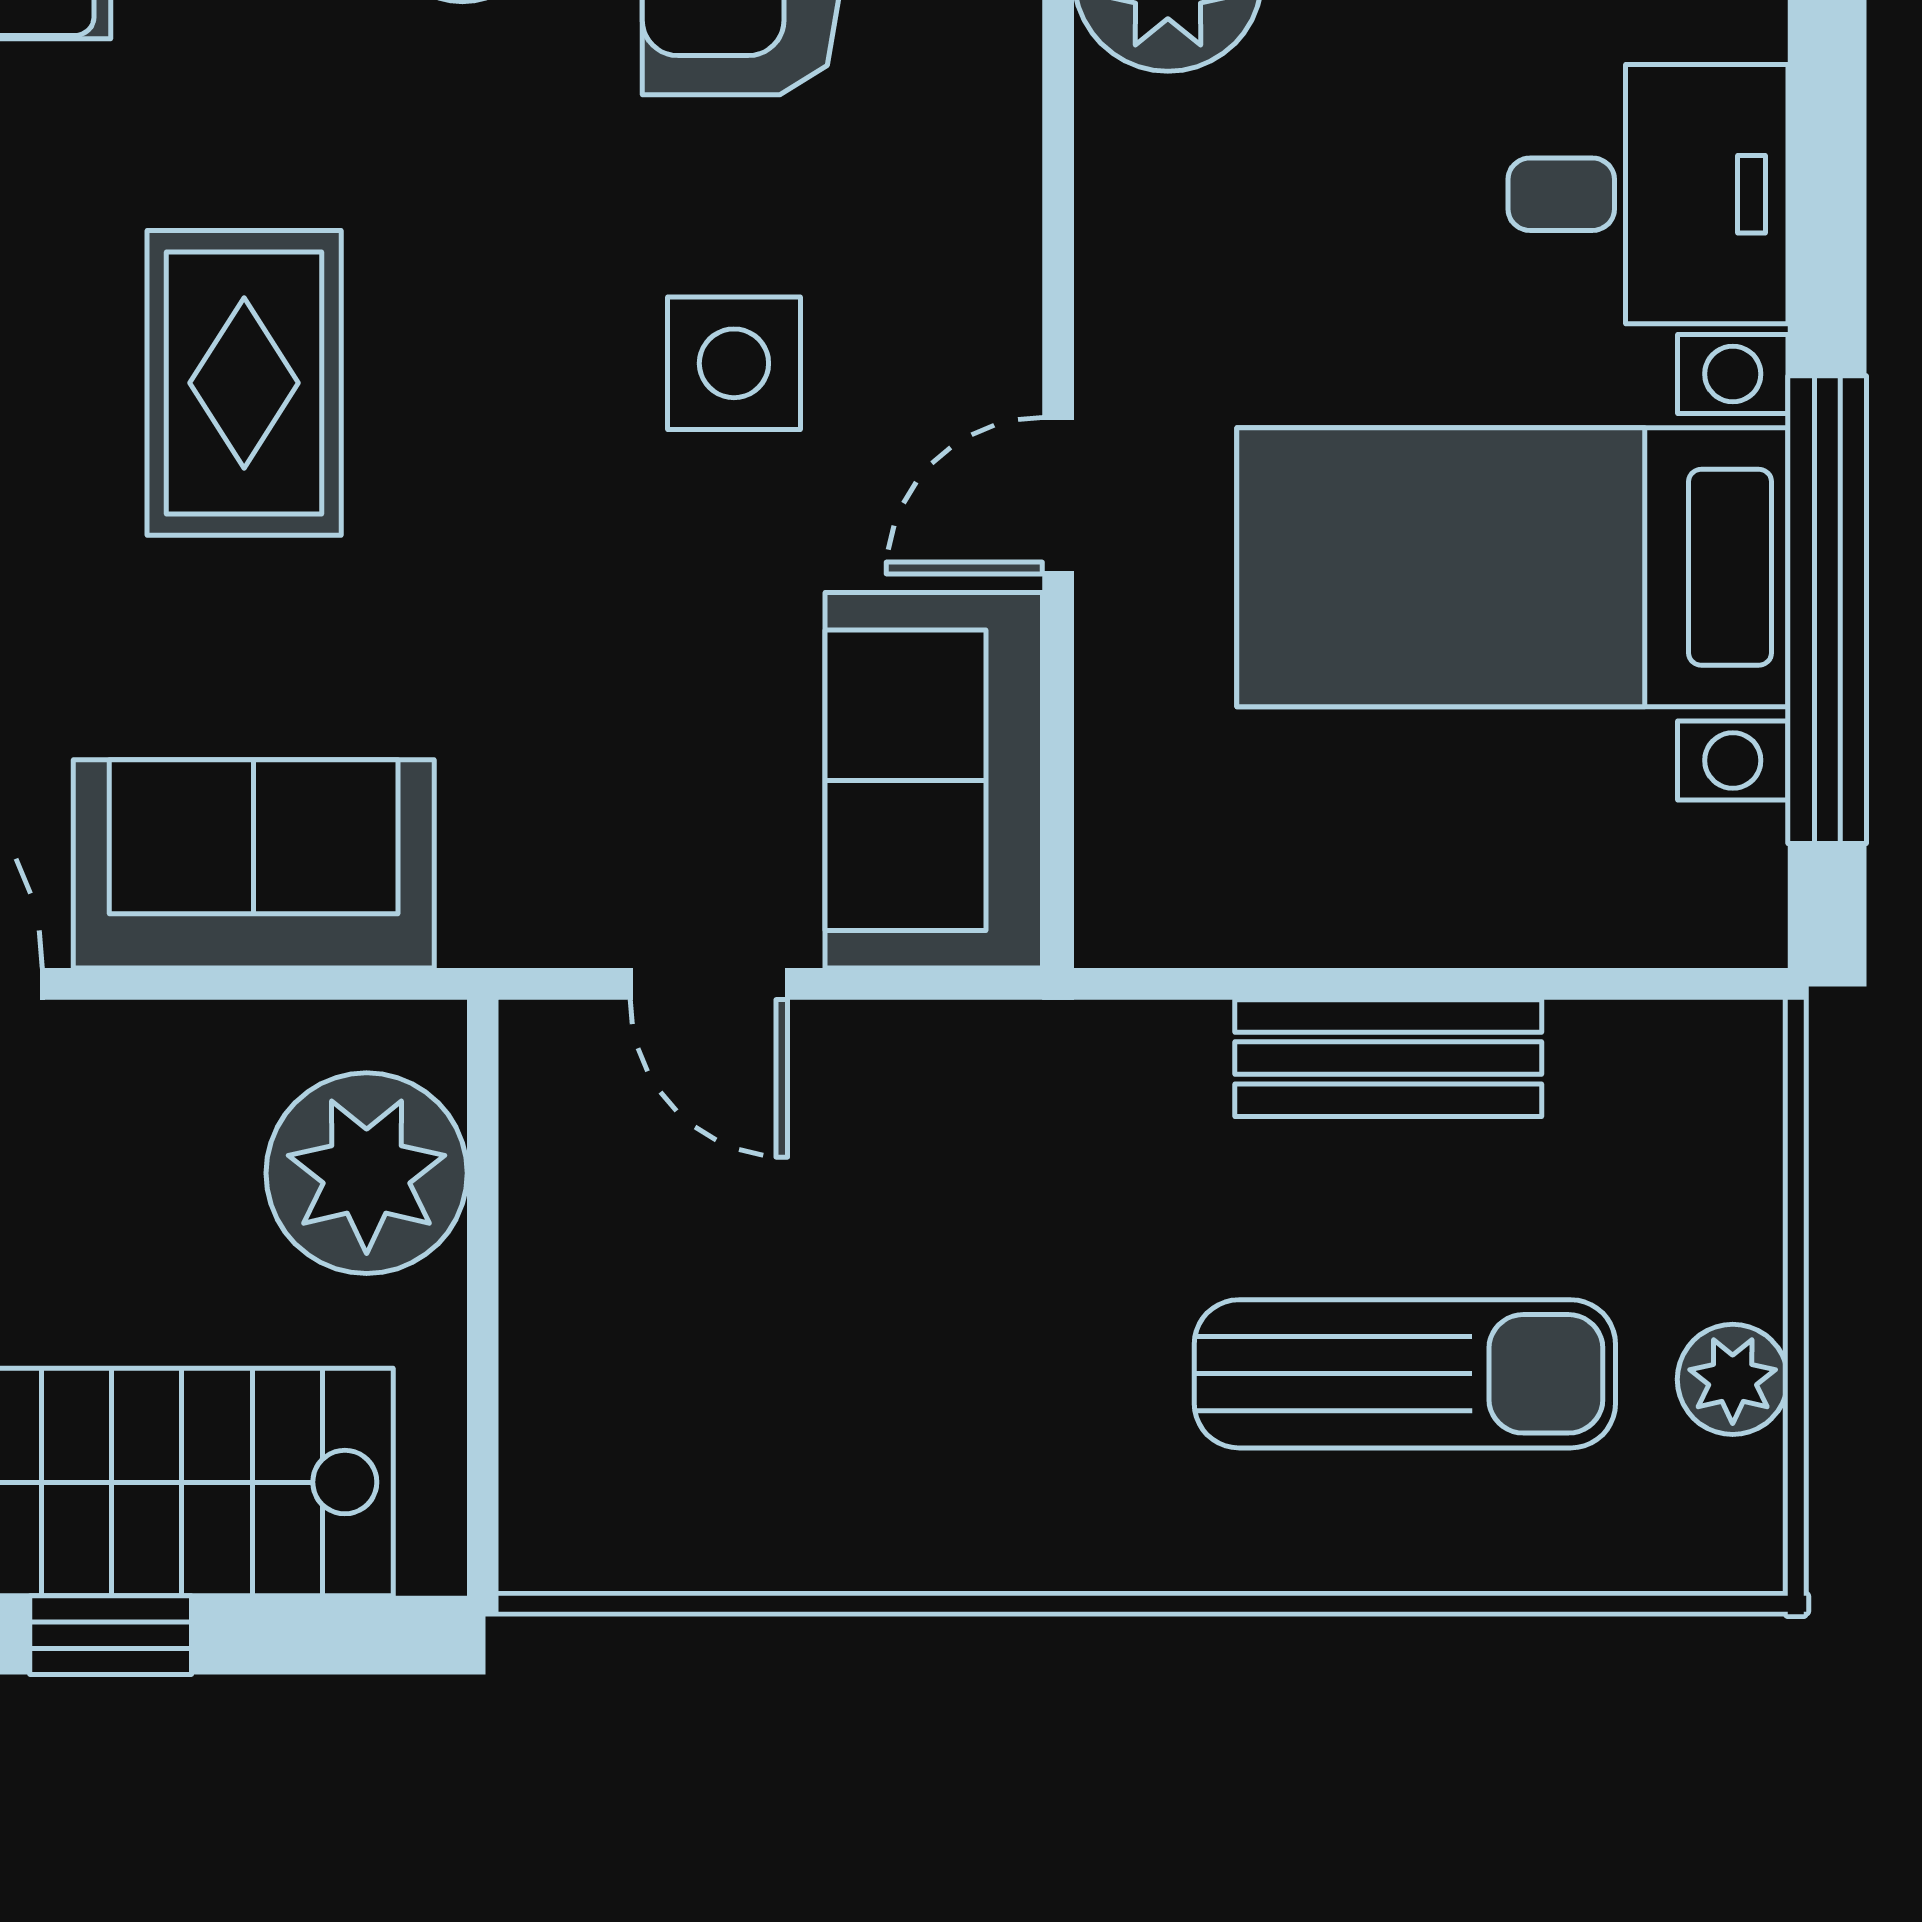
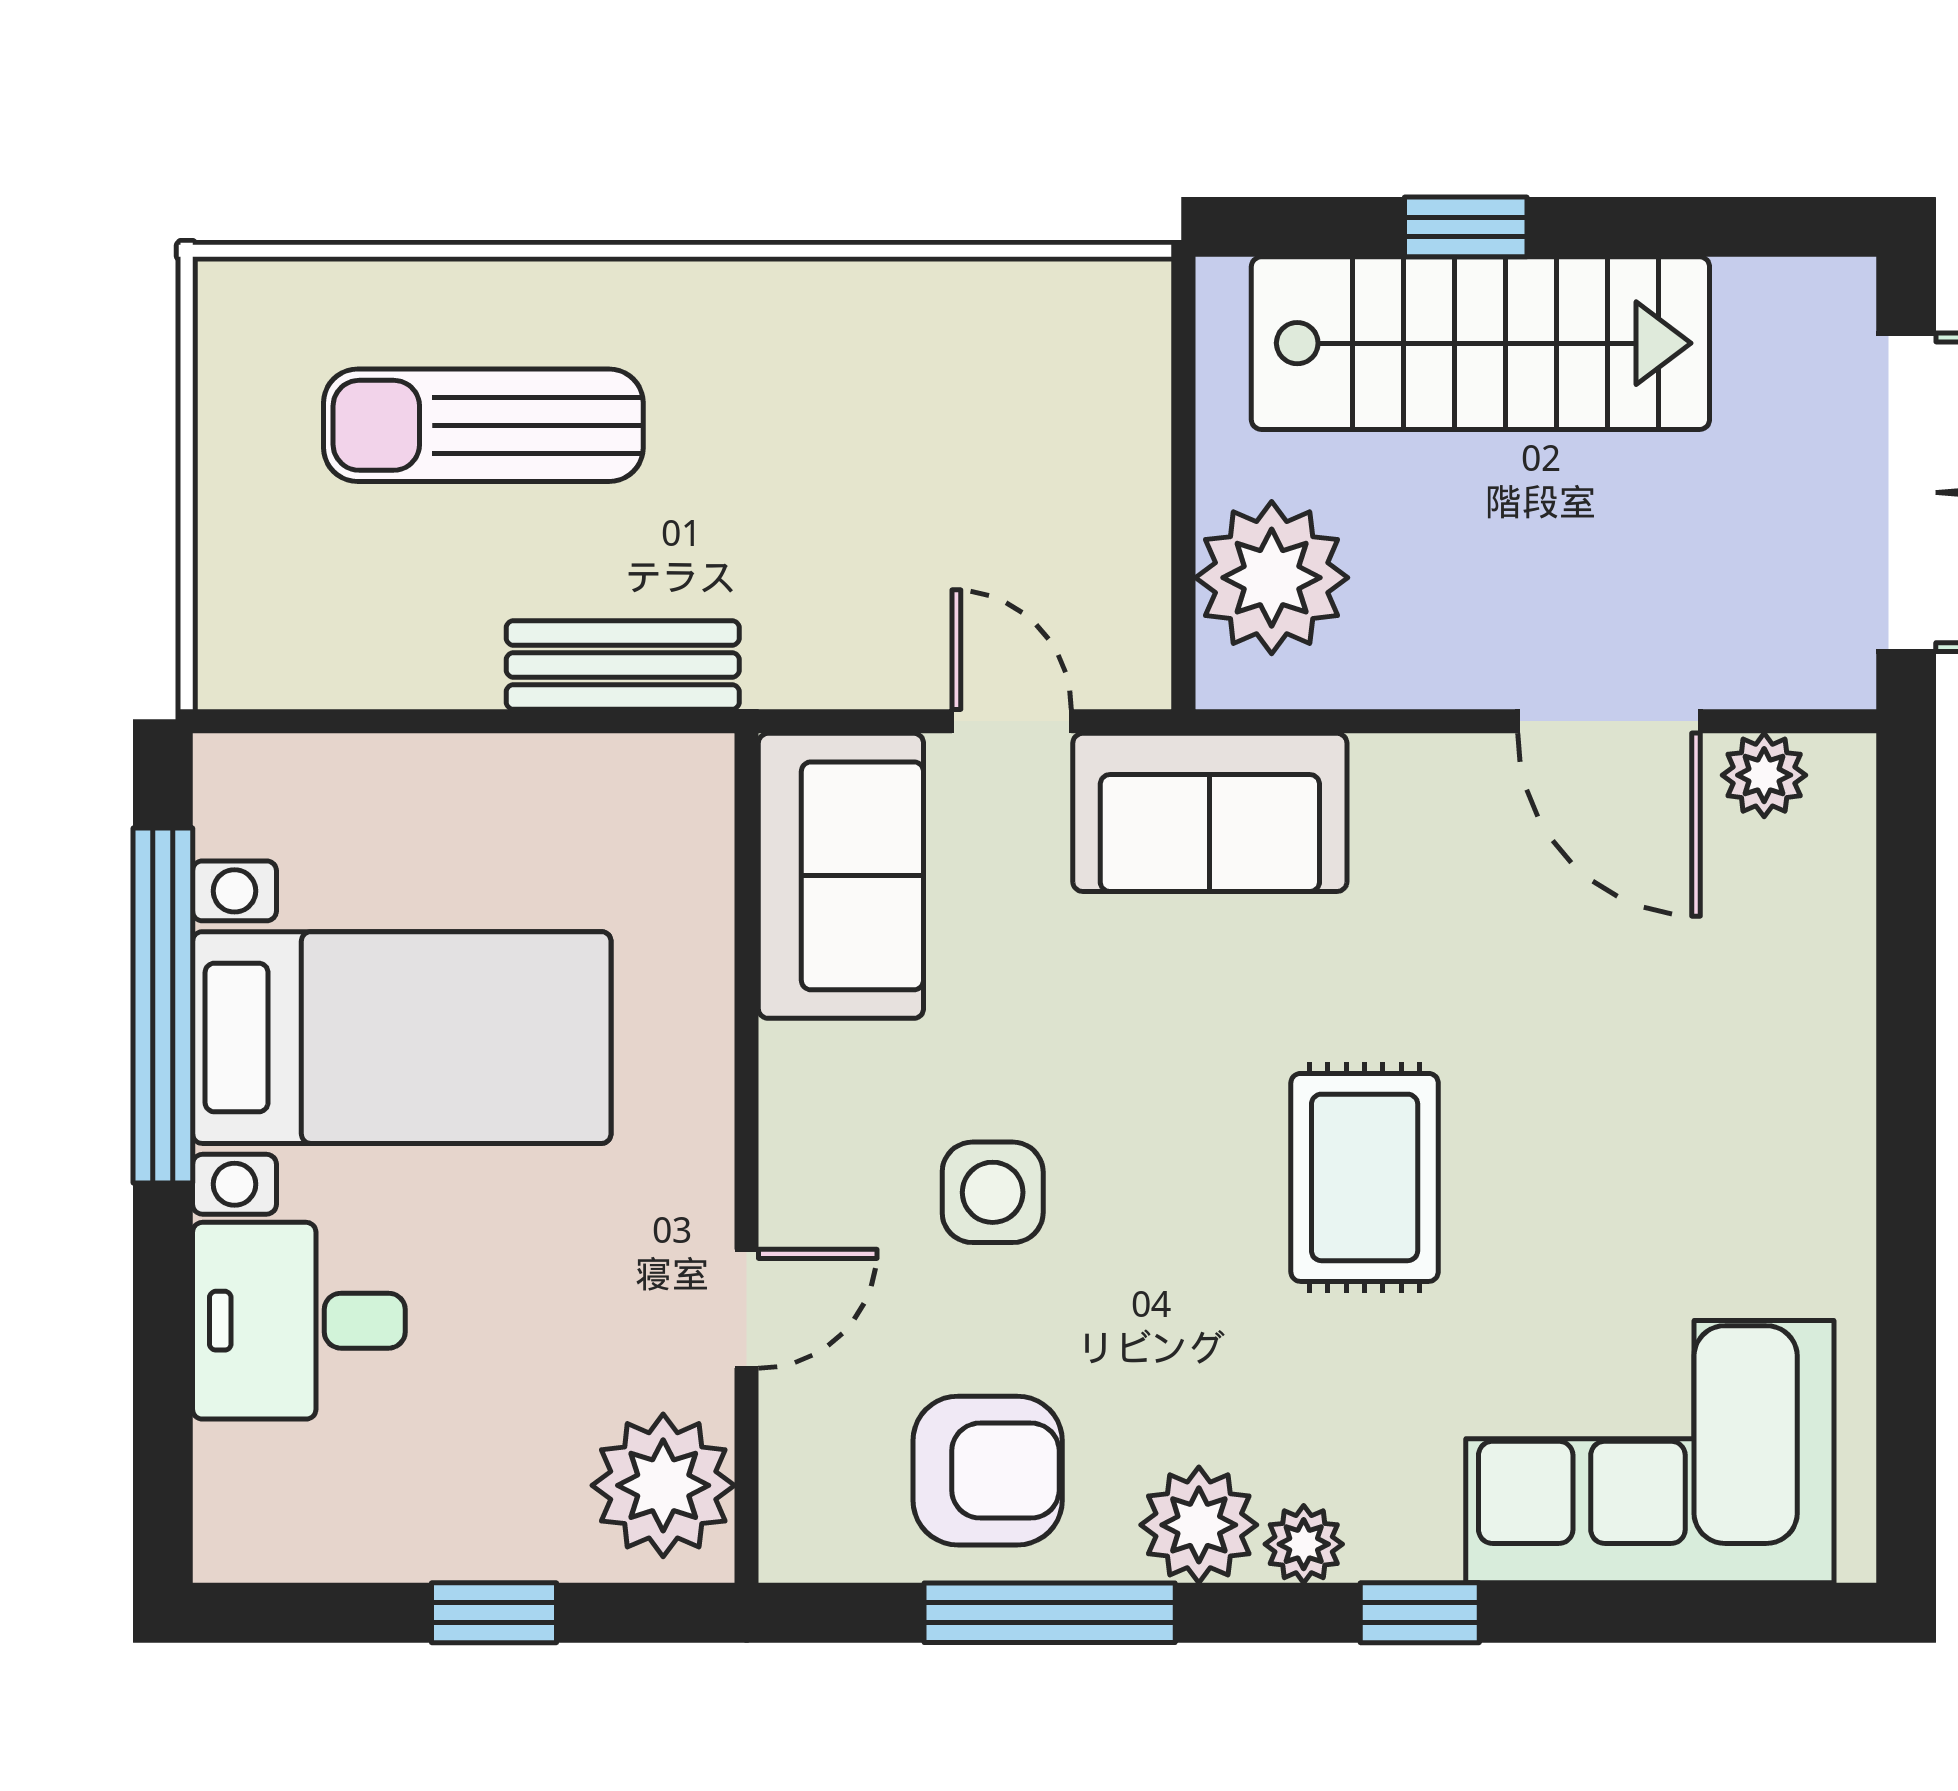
door: (1058, 496) -> (747, 1309), moved
sofa: (254, 864) -> (1210, 812), moved
bench: (1388, 1058) -> (623, 665), moved
plant: (1733, 1379) -> (235, 421), removed

